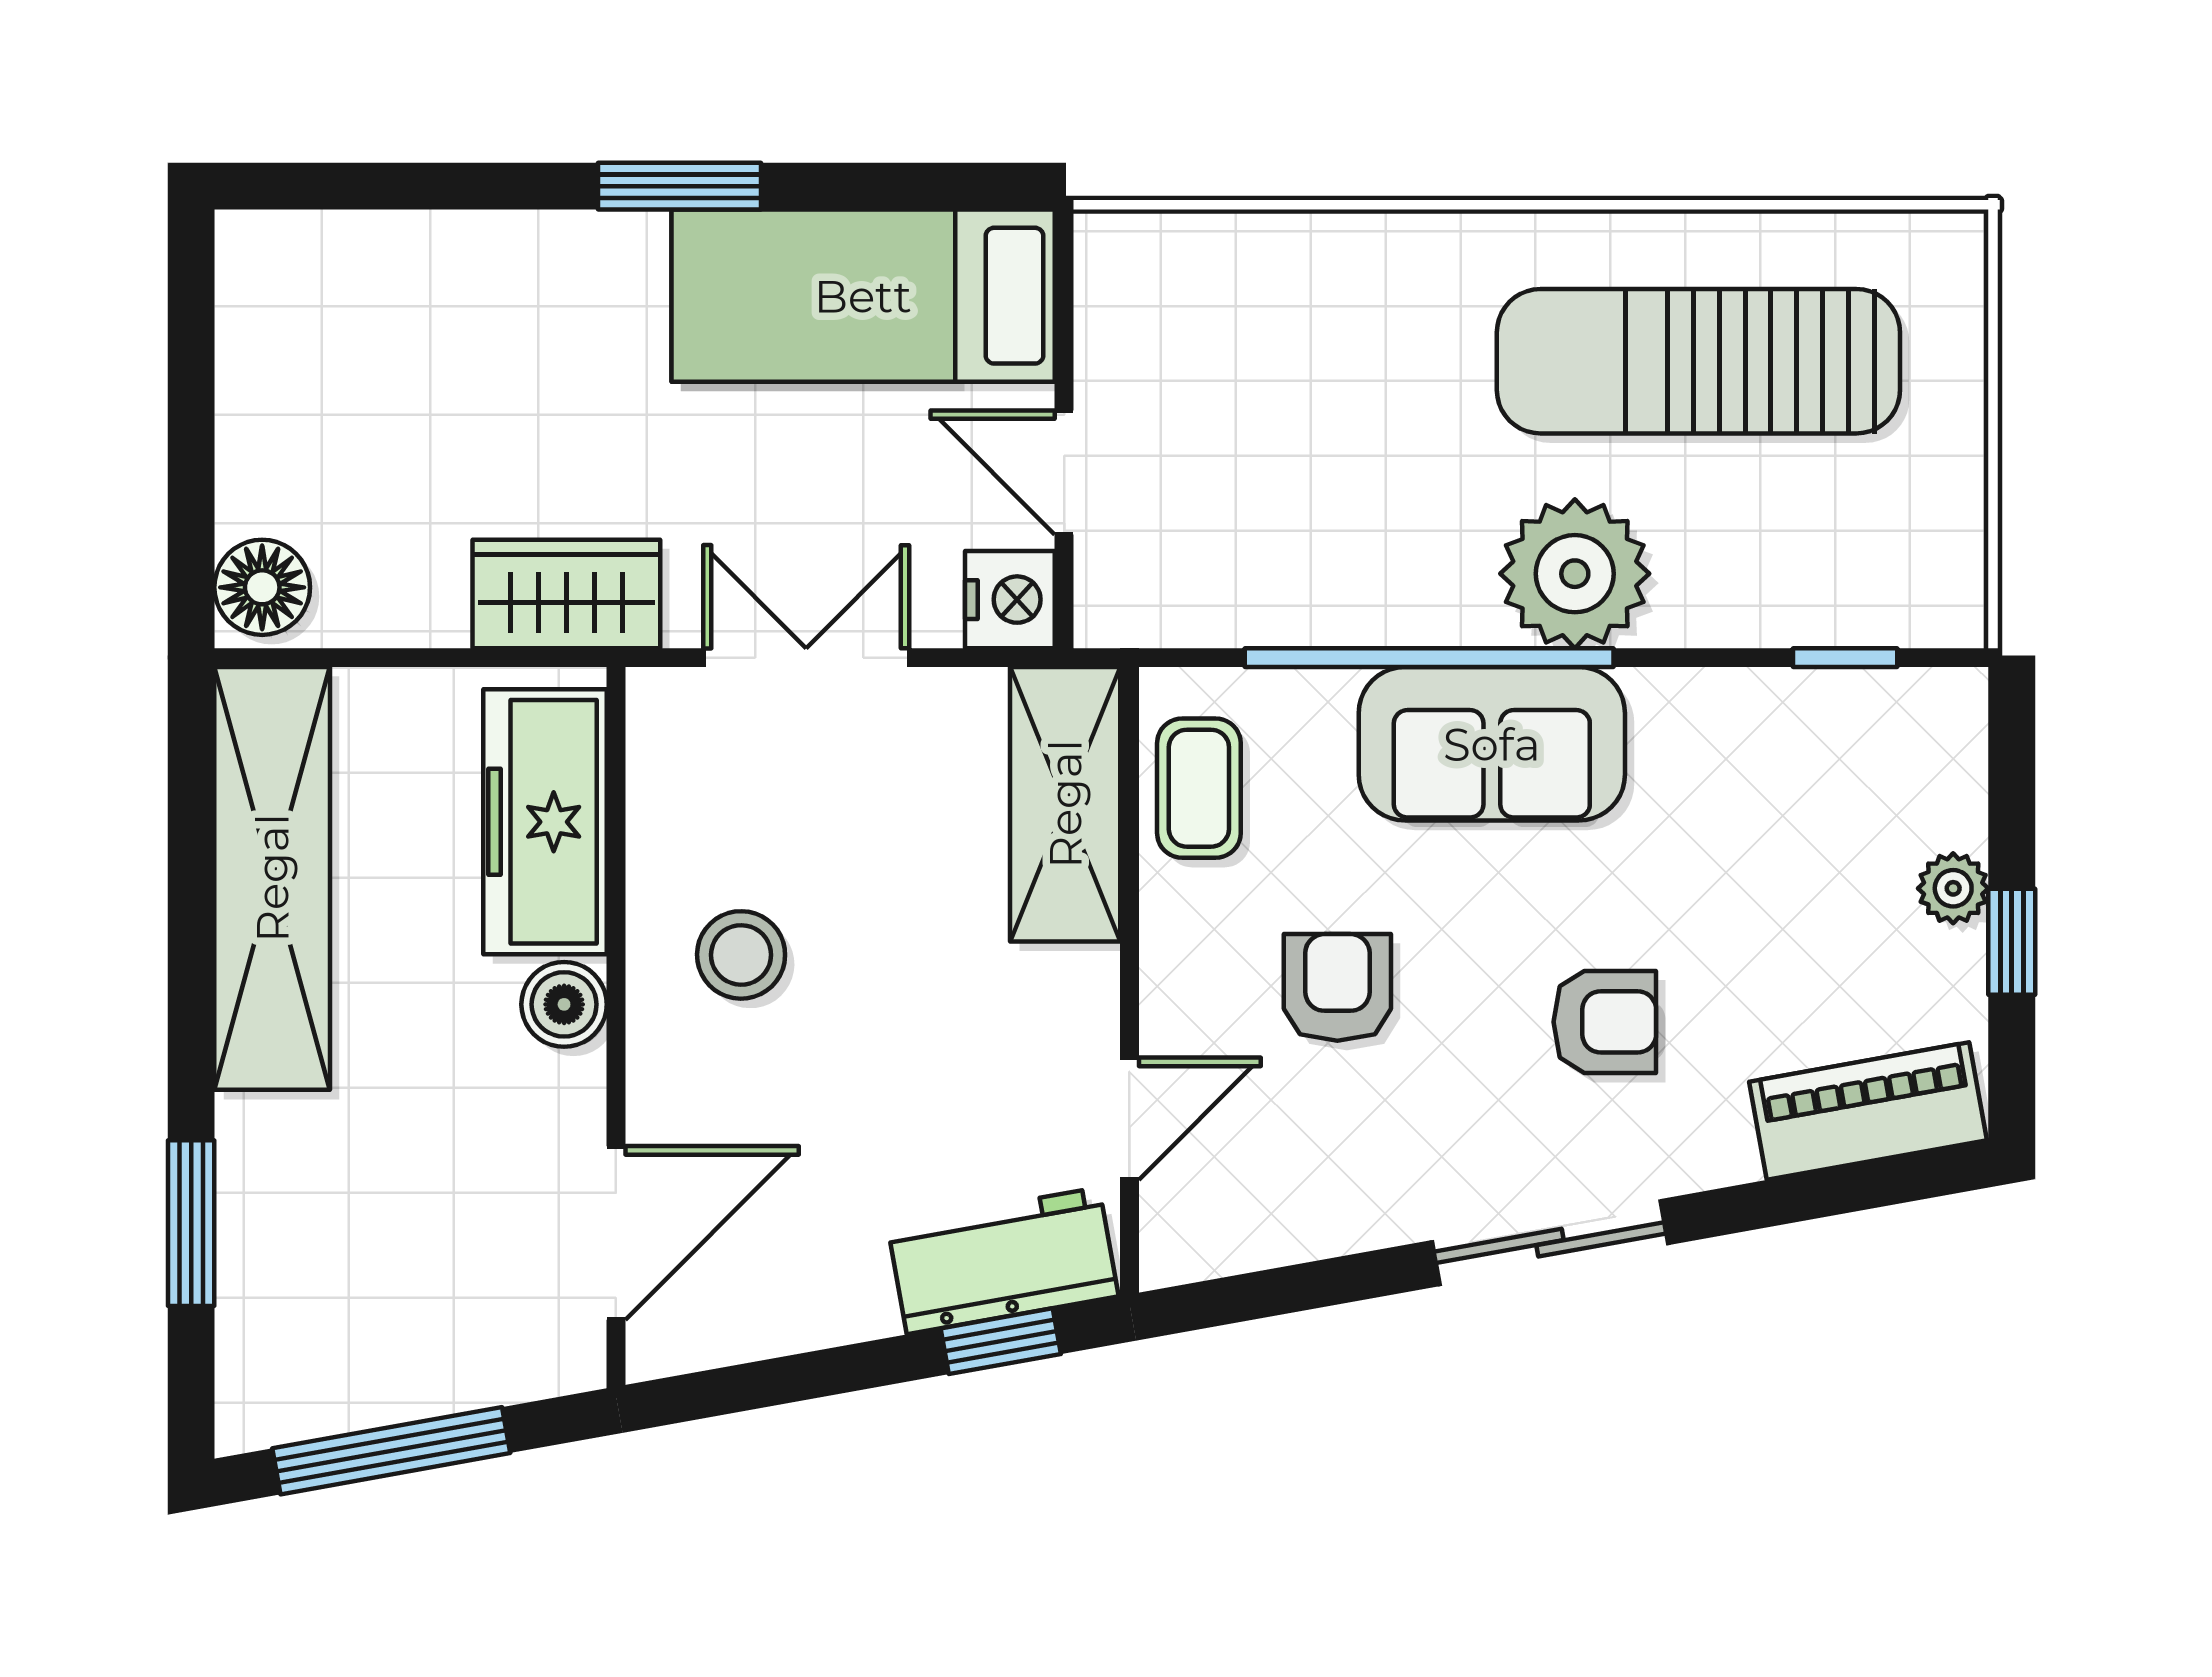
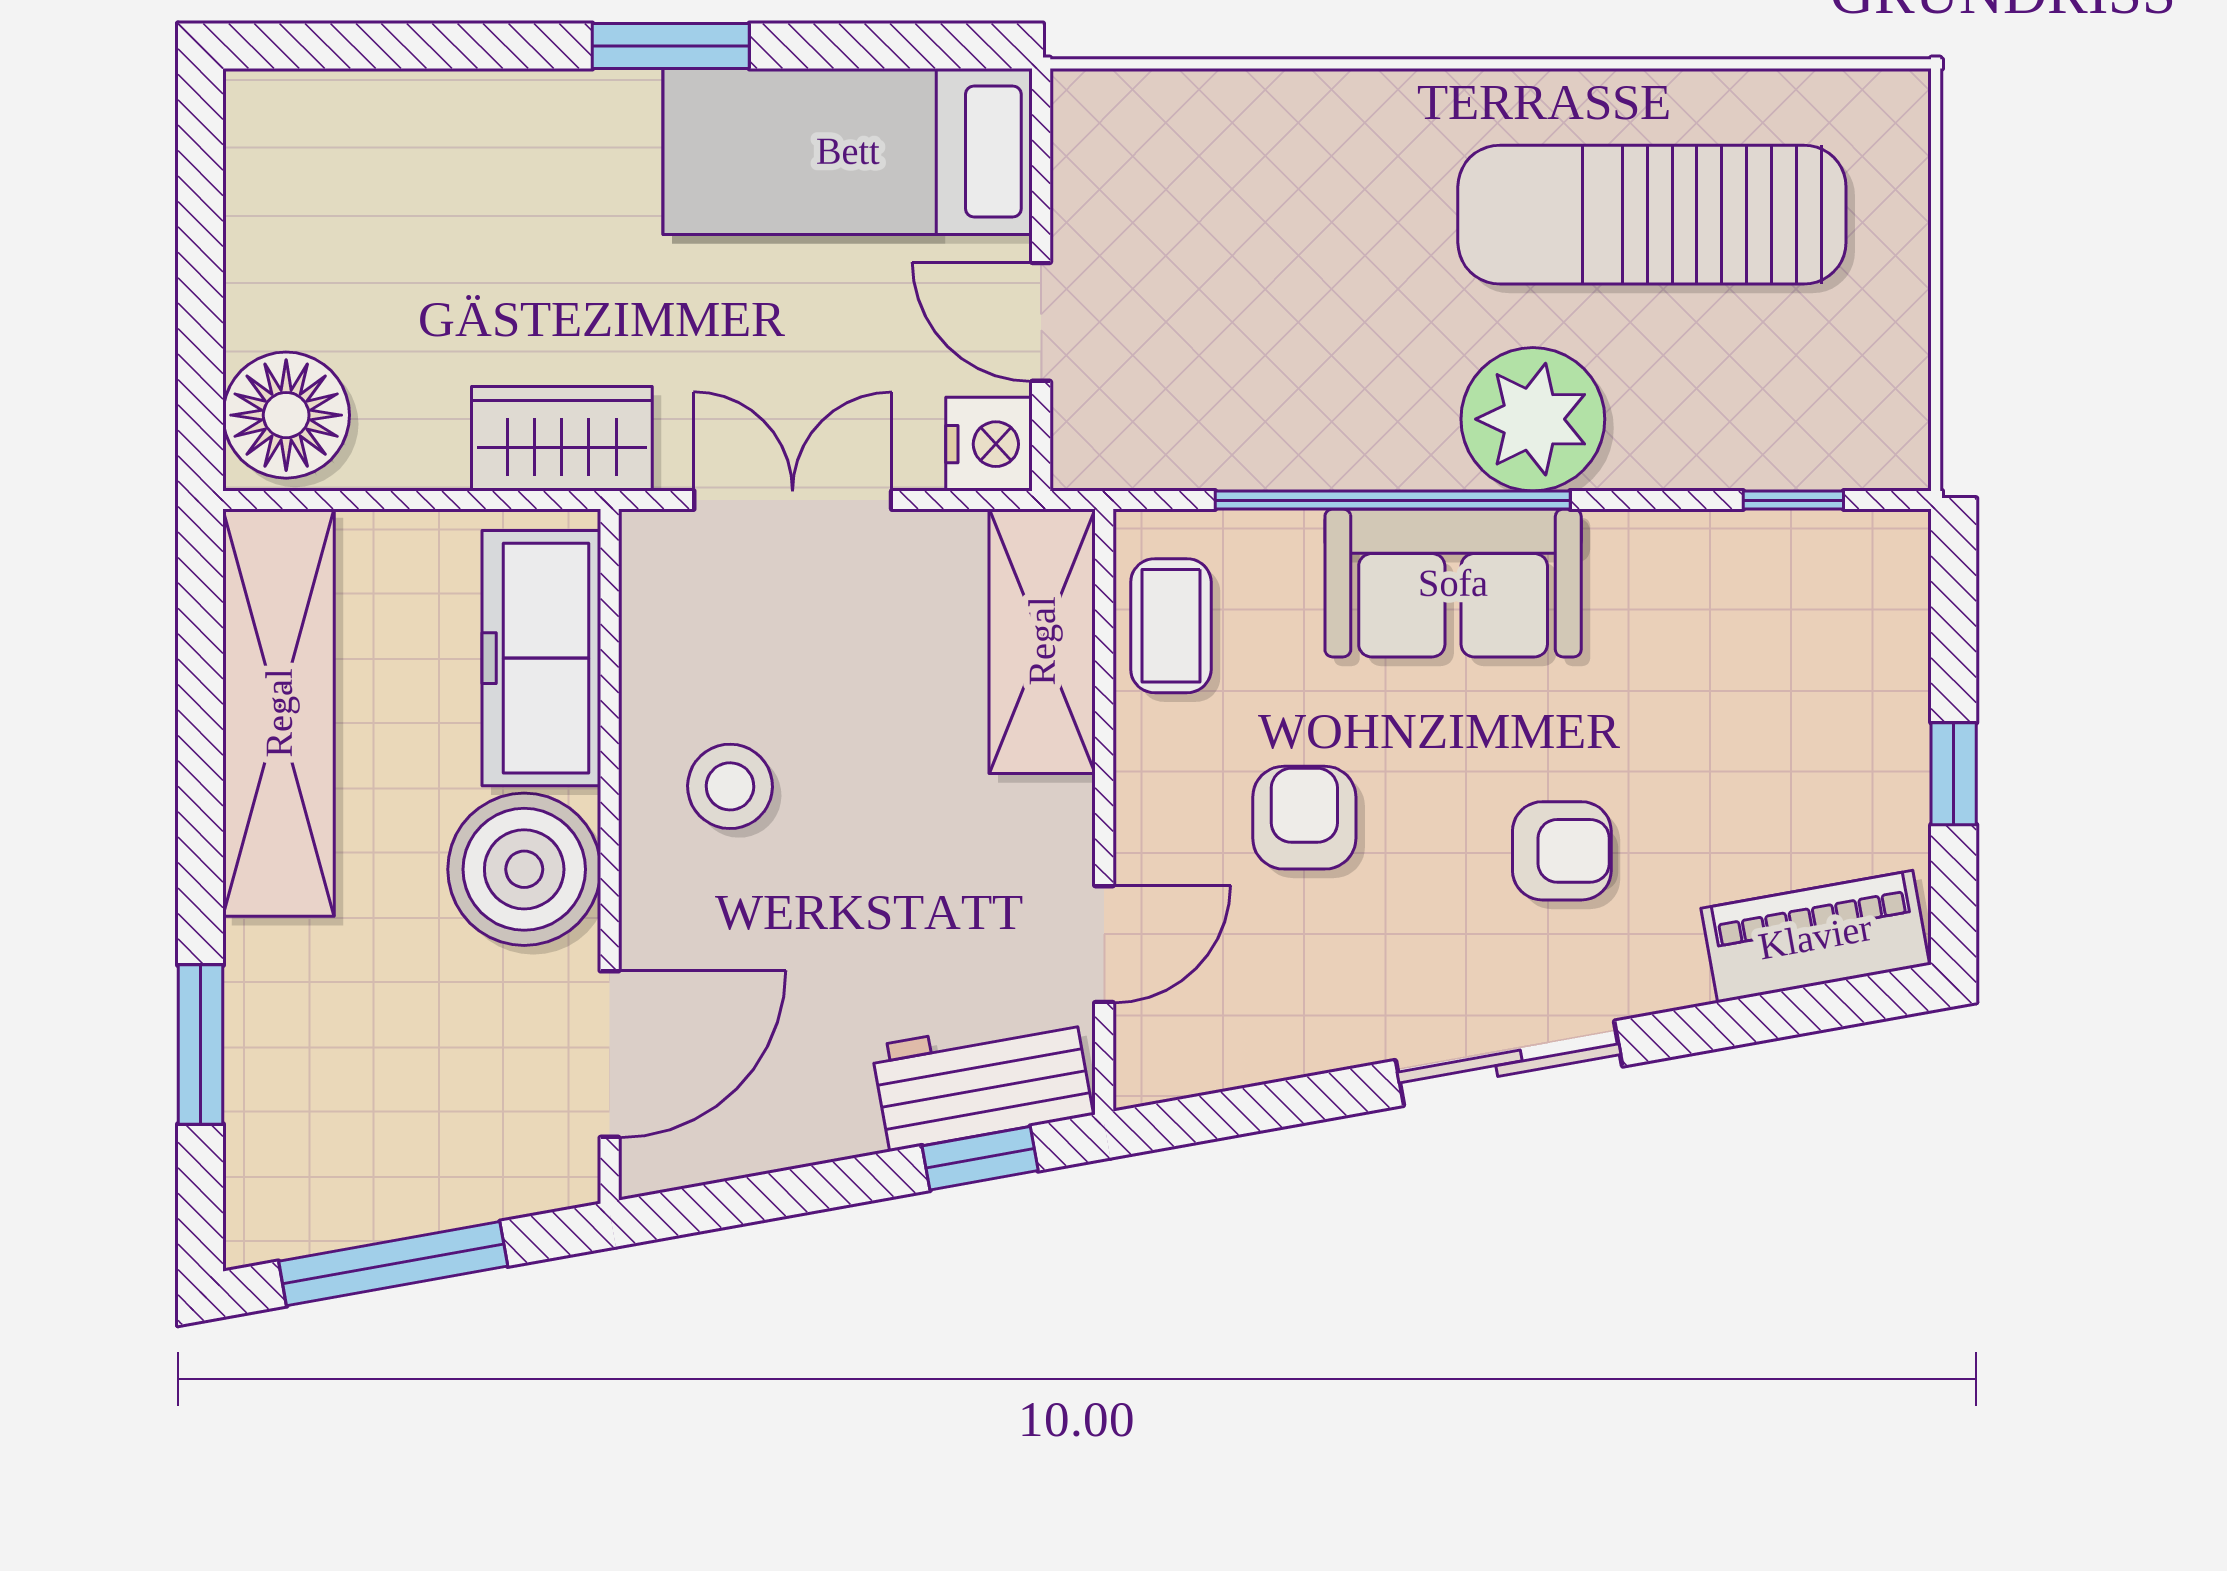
floor lamp: (262, 587) -> (286, 415), width x1.38, depth x1.38
plant: (1953, 888) -> (1897, 722), removed
boiler: (564, 1004) -> (524, 869), width x1.86, depth x1.86

